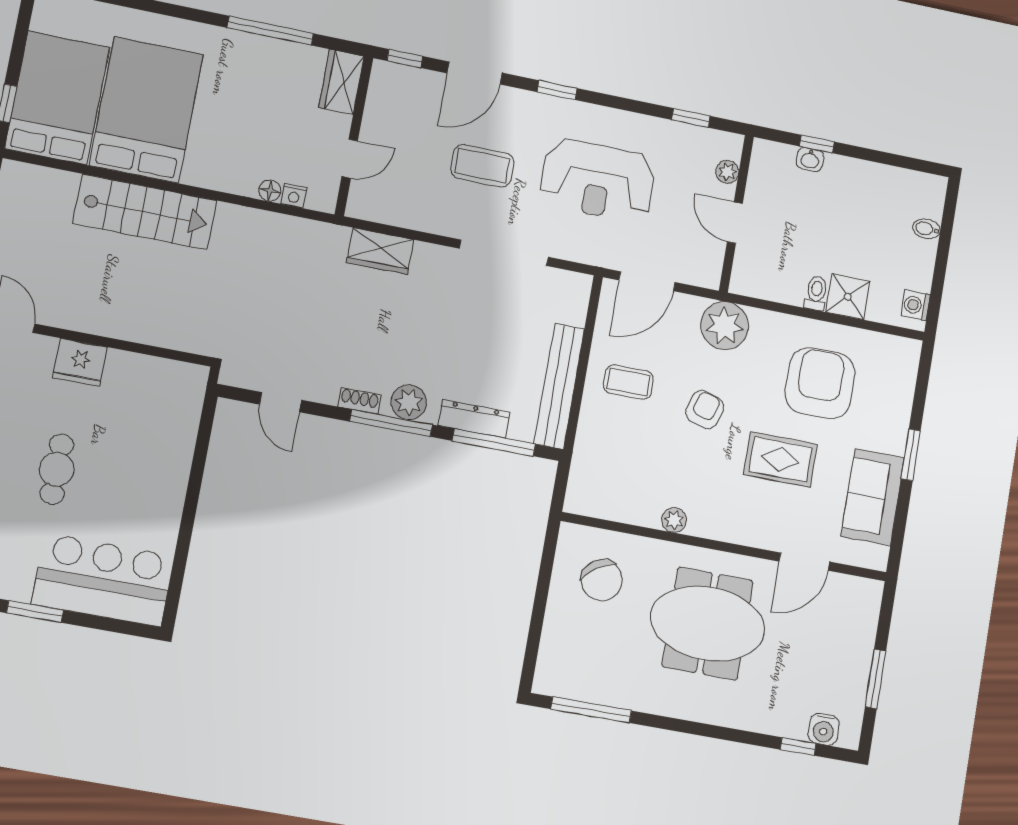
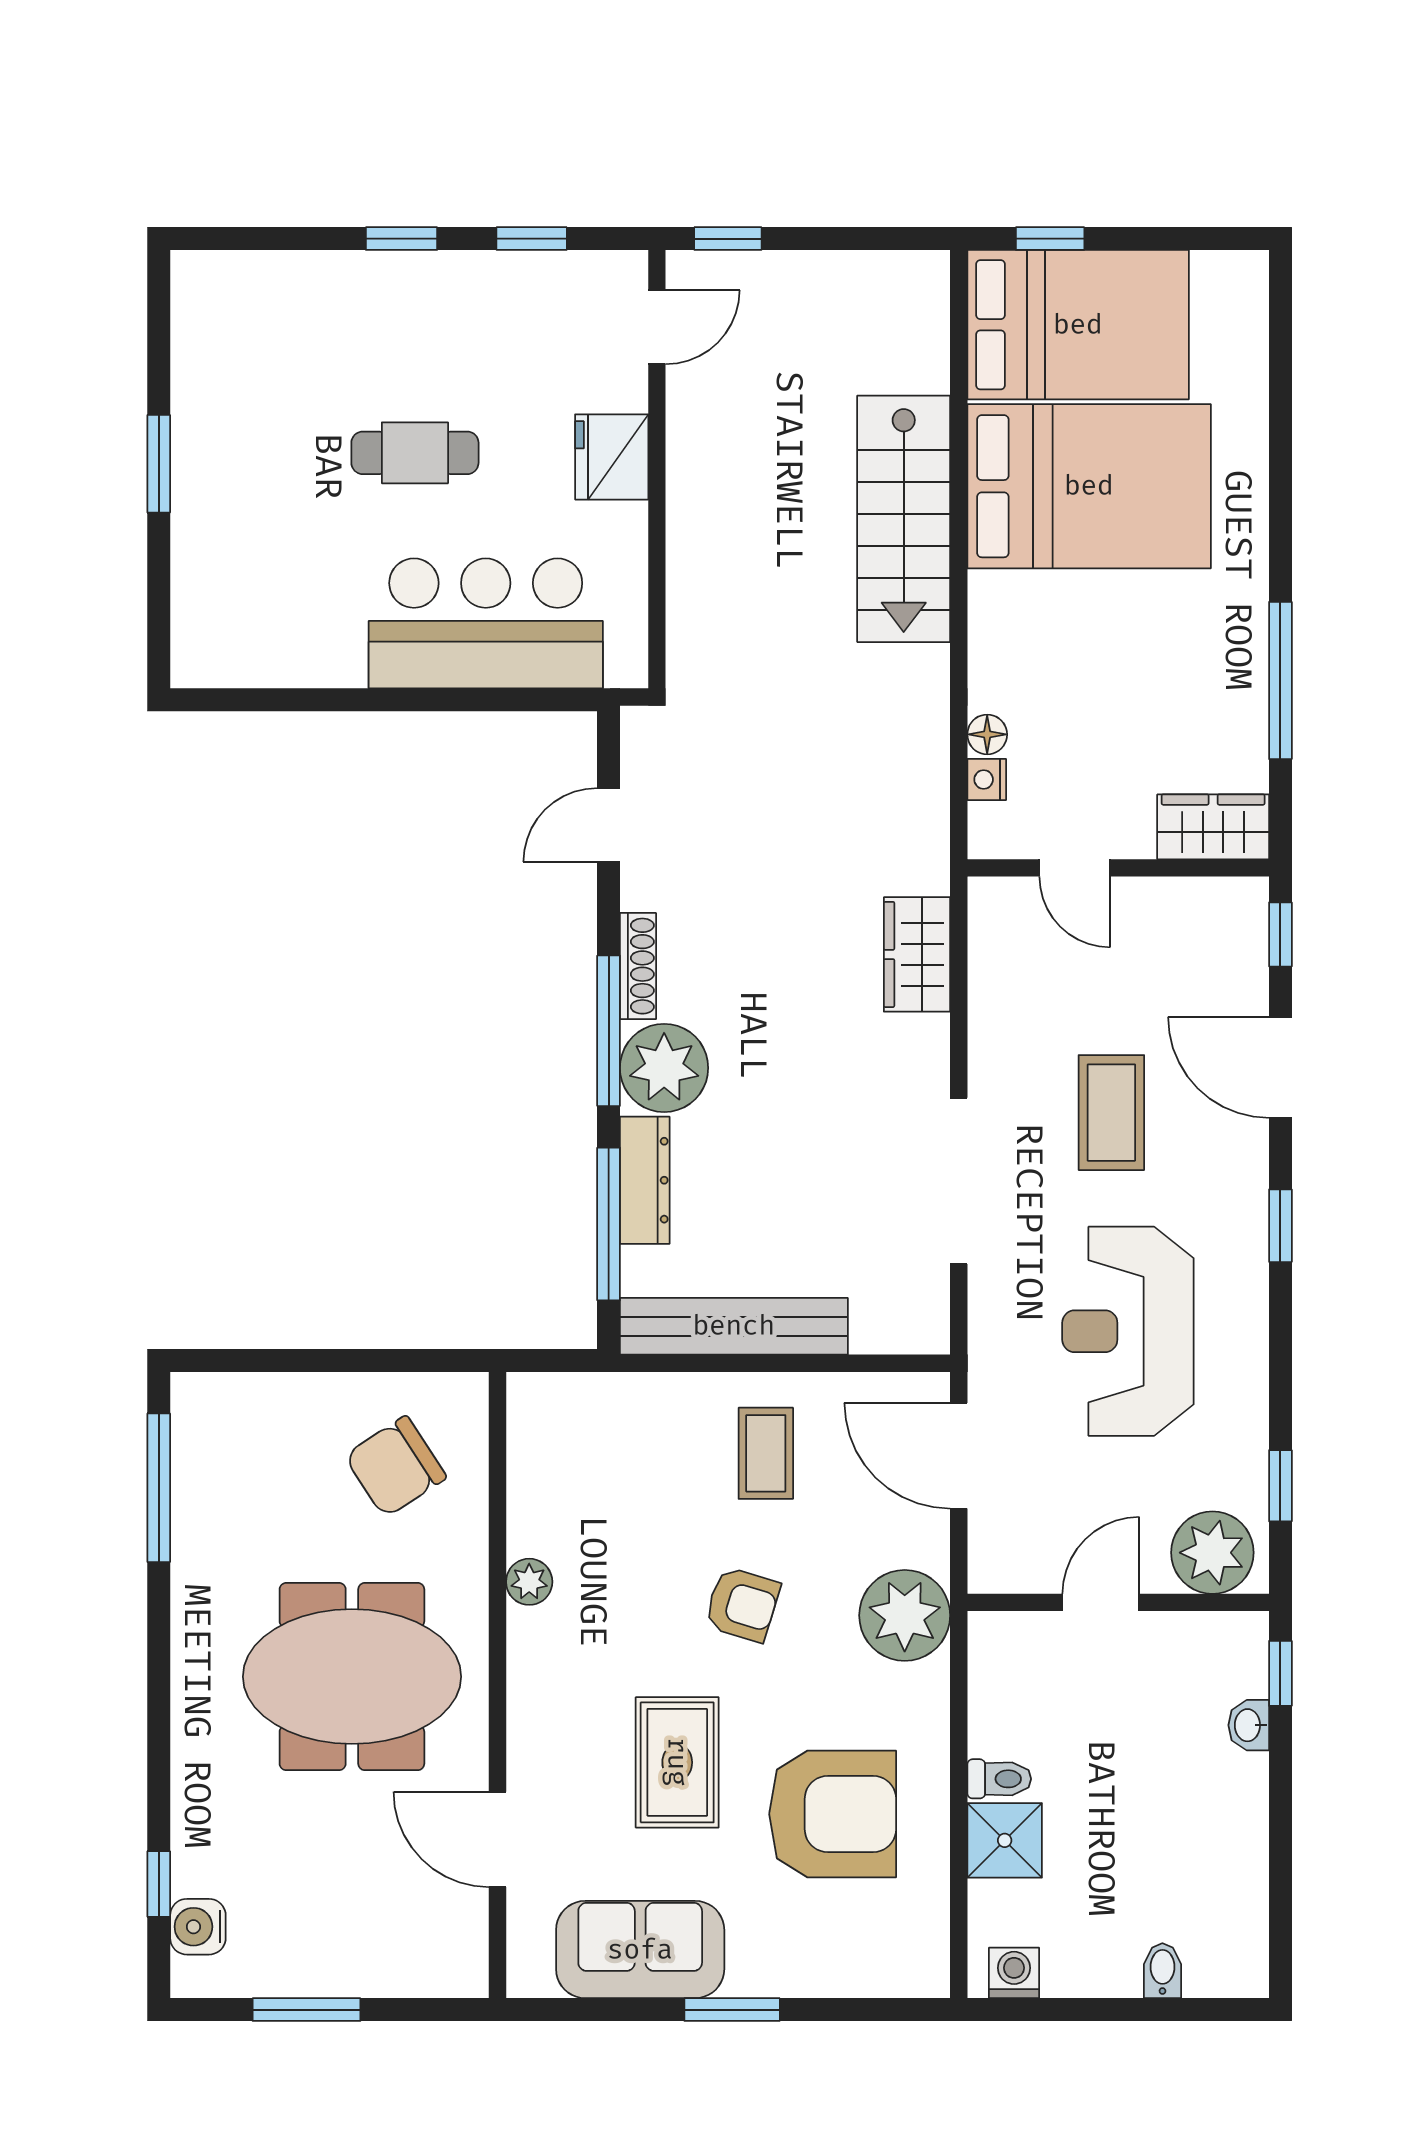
window: (817, 144) -> (1280, 1673), moved
plant: (727, 172) -> (1212, 1553), width x1.88, depth x1.88
shoe rack: (359, 401) -> (638, 966), width x1.43
plant: (409, 402) -> (664, 1068), width x1.36, depth x1.36
bar counter: (103, 580) -> (486, 623), moved, turned -90
meeting table: (708, 624) -> (352, 1677), turned 90

